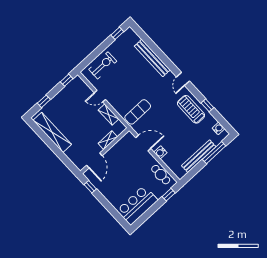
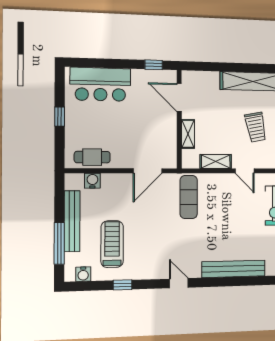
door: (100, 96) -> (245, 171), swing flipped
treadmill: (191, 109) -> (112, 244), moved, turned -90
trolley: (73, 110) -> (256, 127), added
water cooler: (160, 152) -> (92, 181), moved
window: (169, 195) -> (60, 117), moved
bar counter: (137, 205) -> (100, 84), moved, turned 90

